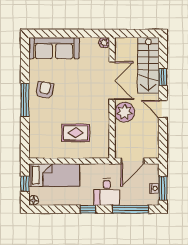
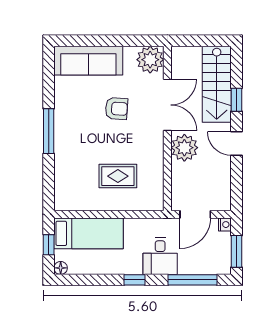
plant: (104, 43) -> (150, 60), width x1.87, depth x1.87
armchair: (45, 90) -> (116, 109), moved, turned 83
nightstand: (154, 188) -> (225, 225), moved

